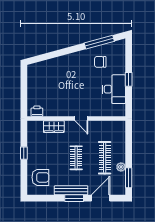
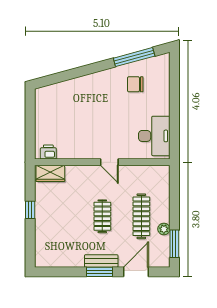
window: (129, 79) -> (174, 108), removed
desk: (114, 89) -> (154, 136), moved
wardrobe: (54, 127) -> (50, 173), moved
armchair: (40, 177) -> (53, 243), removed
bench: (71, 190) -> (101, 261), width x0.73

